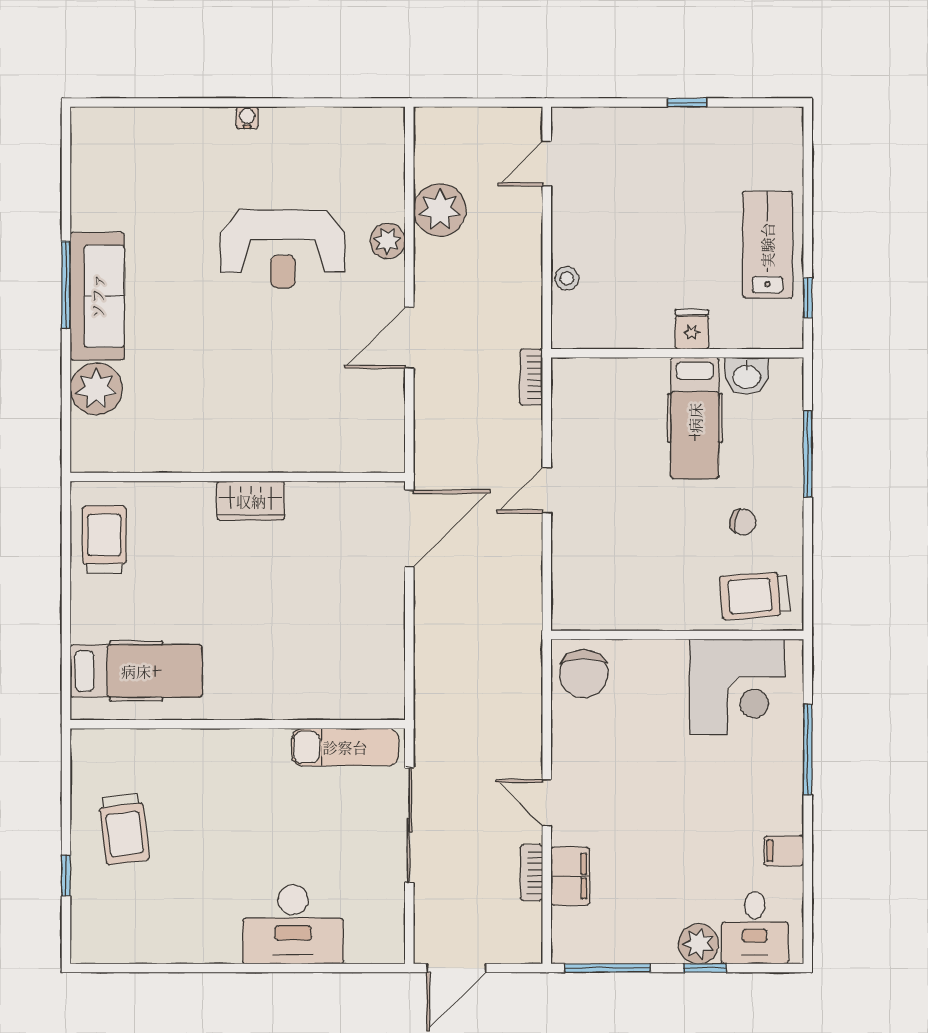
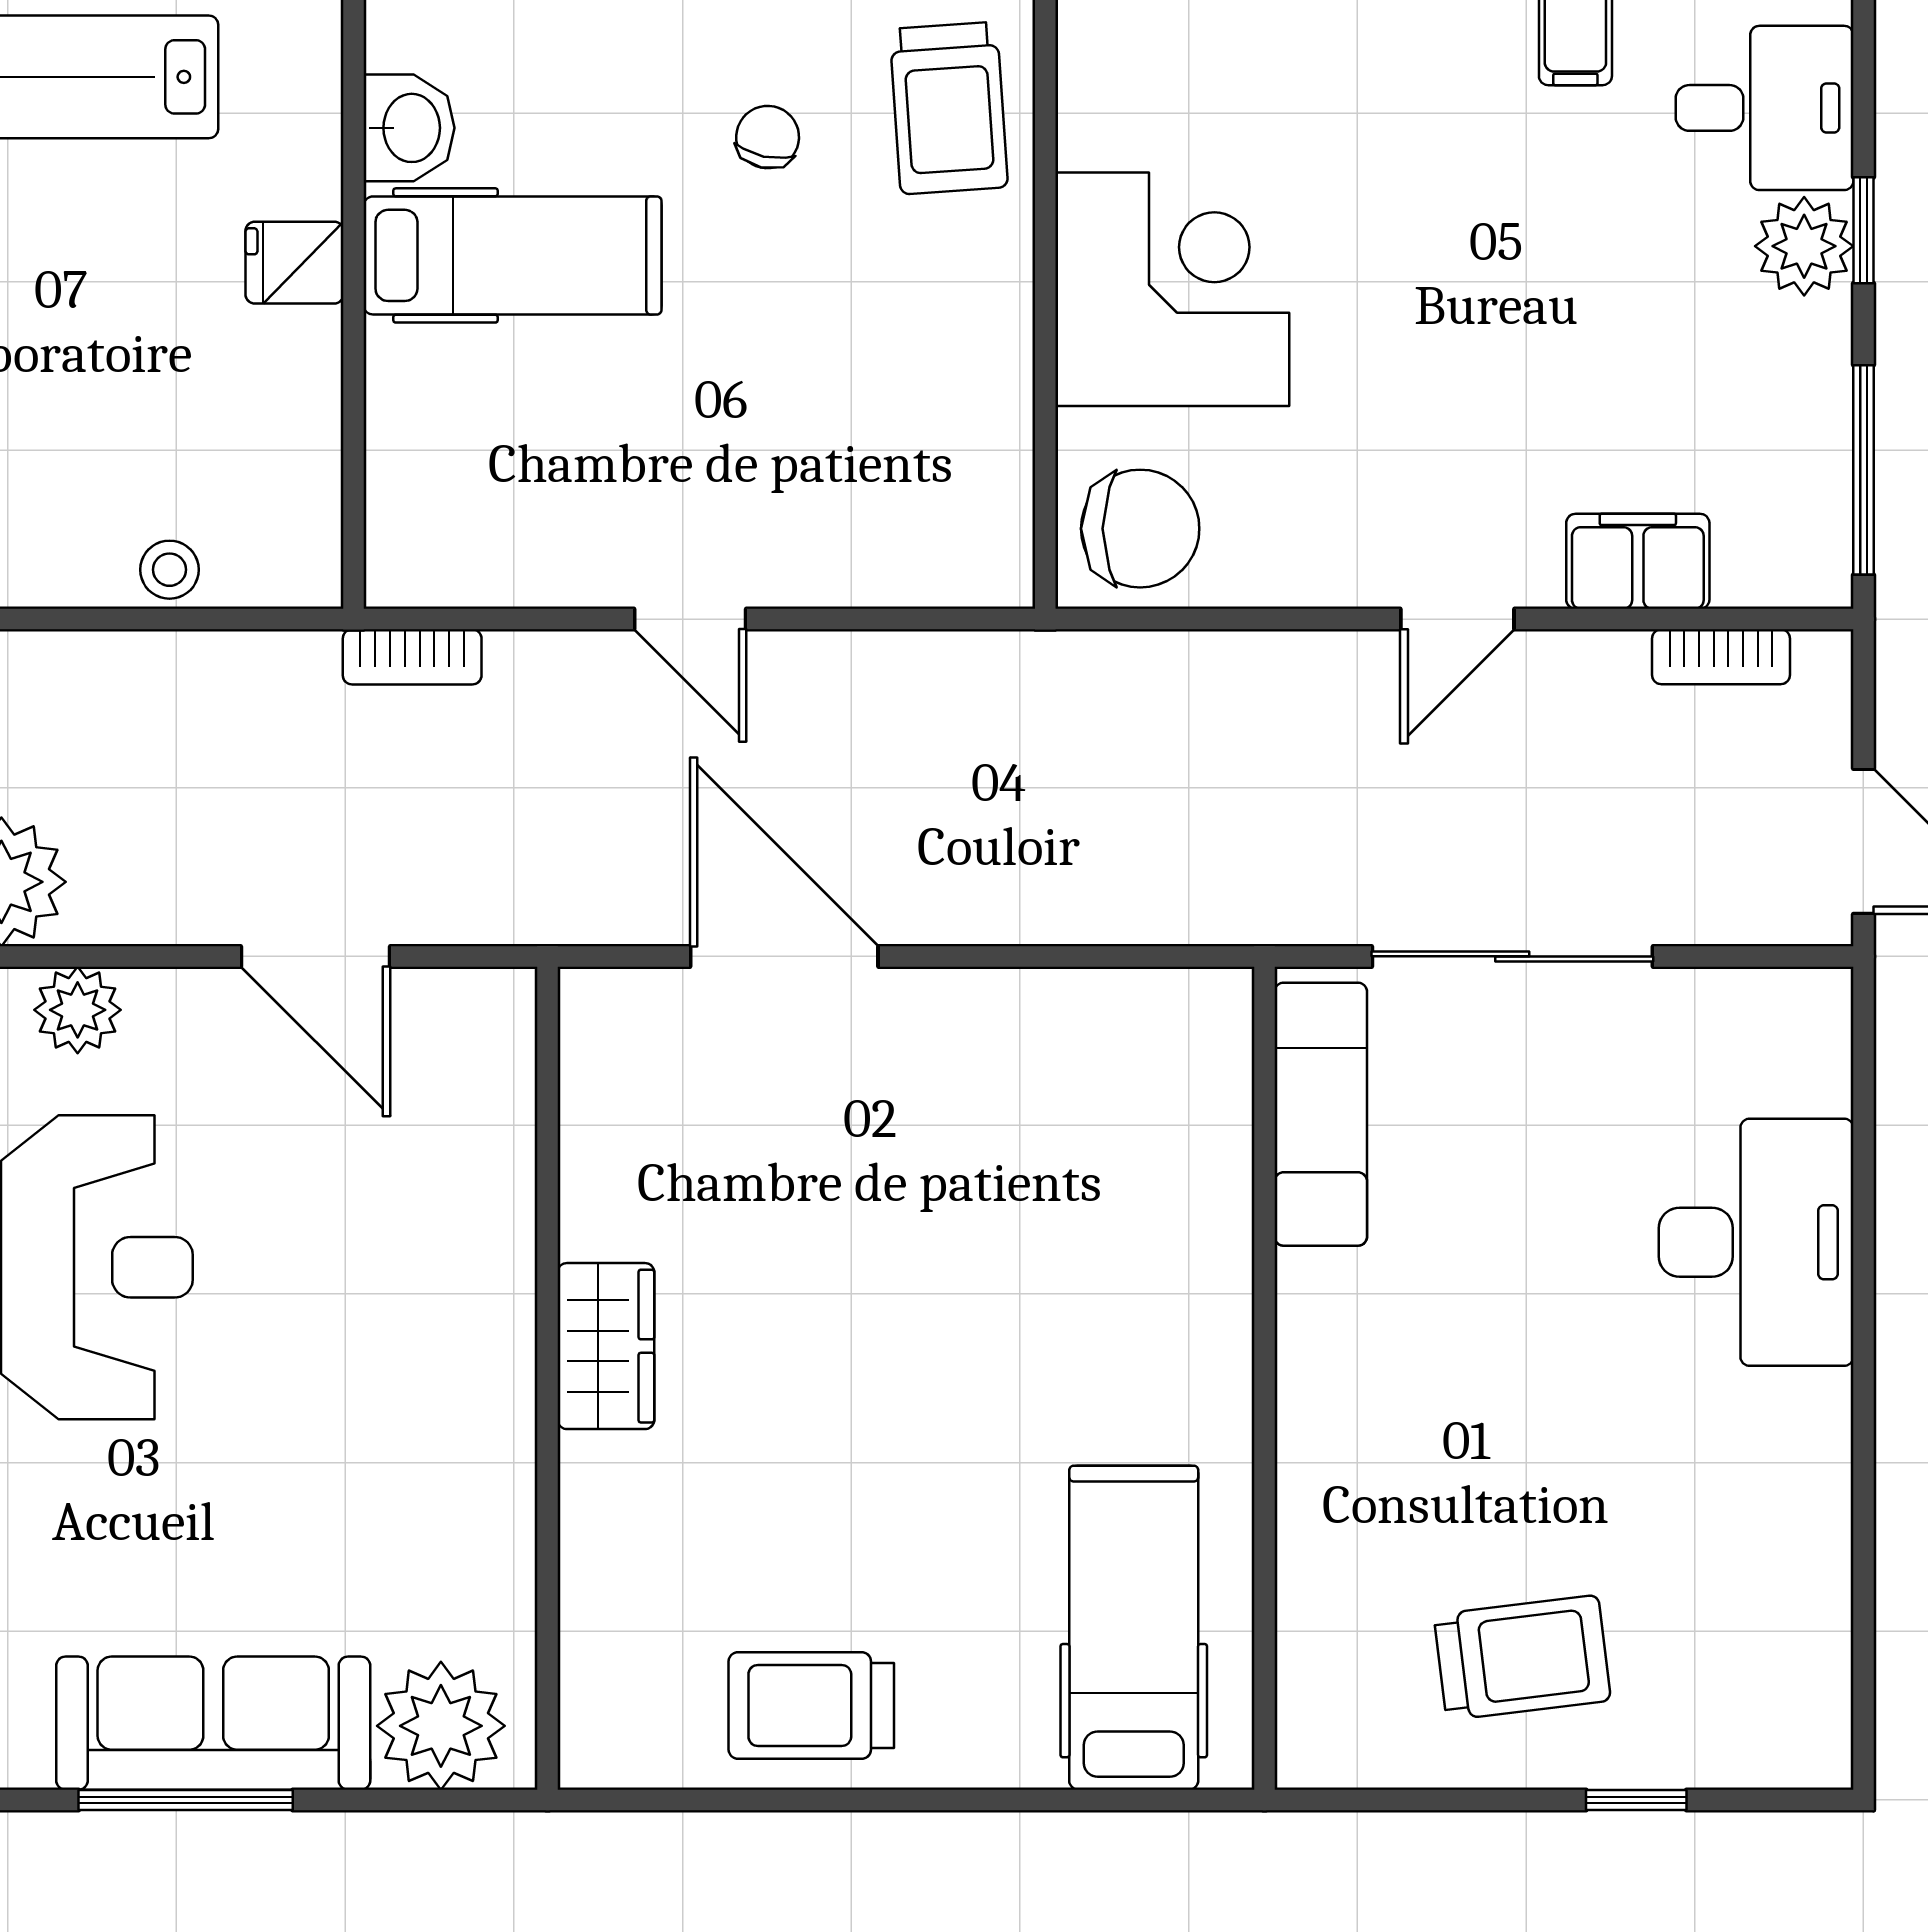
wall: (238, 477) -> (548, 1378), moved
wardrobe: (251, 501) -> (606, 1346), moved
corner desk: (737, 687) -> (1172, 289), moved
bookcase: (531, 873) -> (1721, 657), moved

